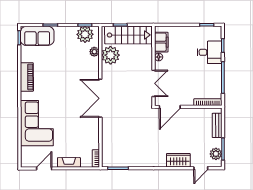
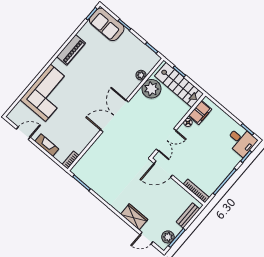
plant: (85, 34) -> (145, 55), removed
desk: (209, 52) -> (241, 141), moved

